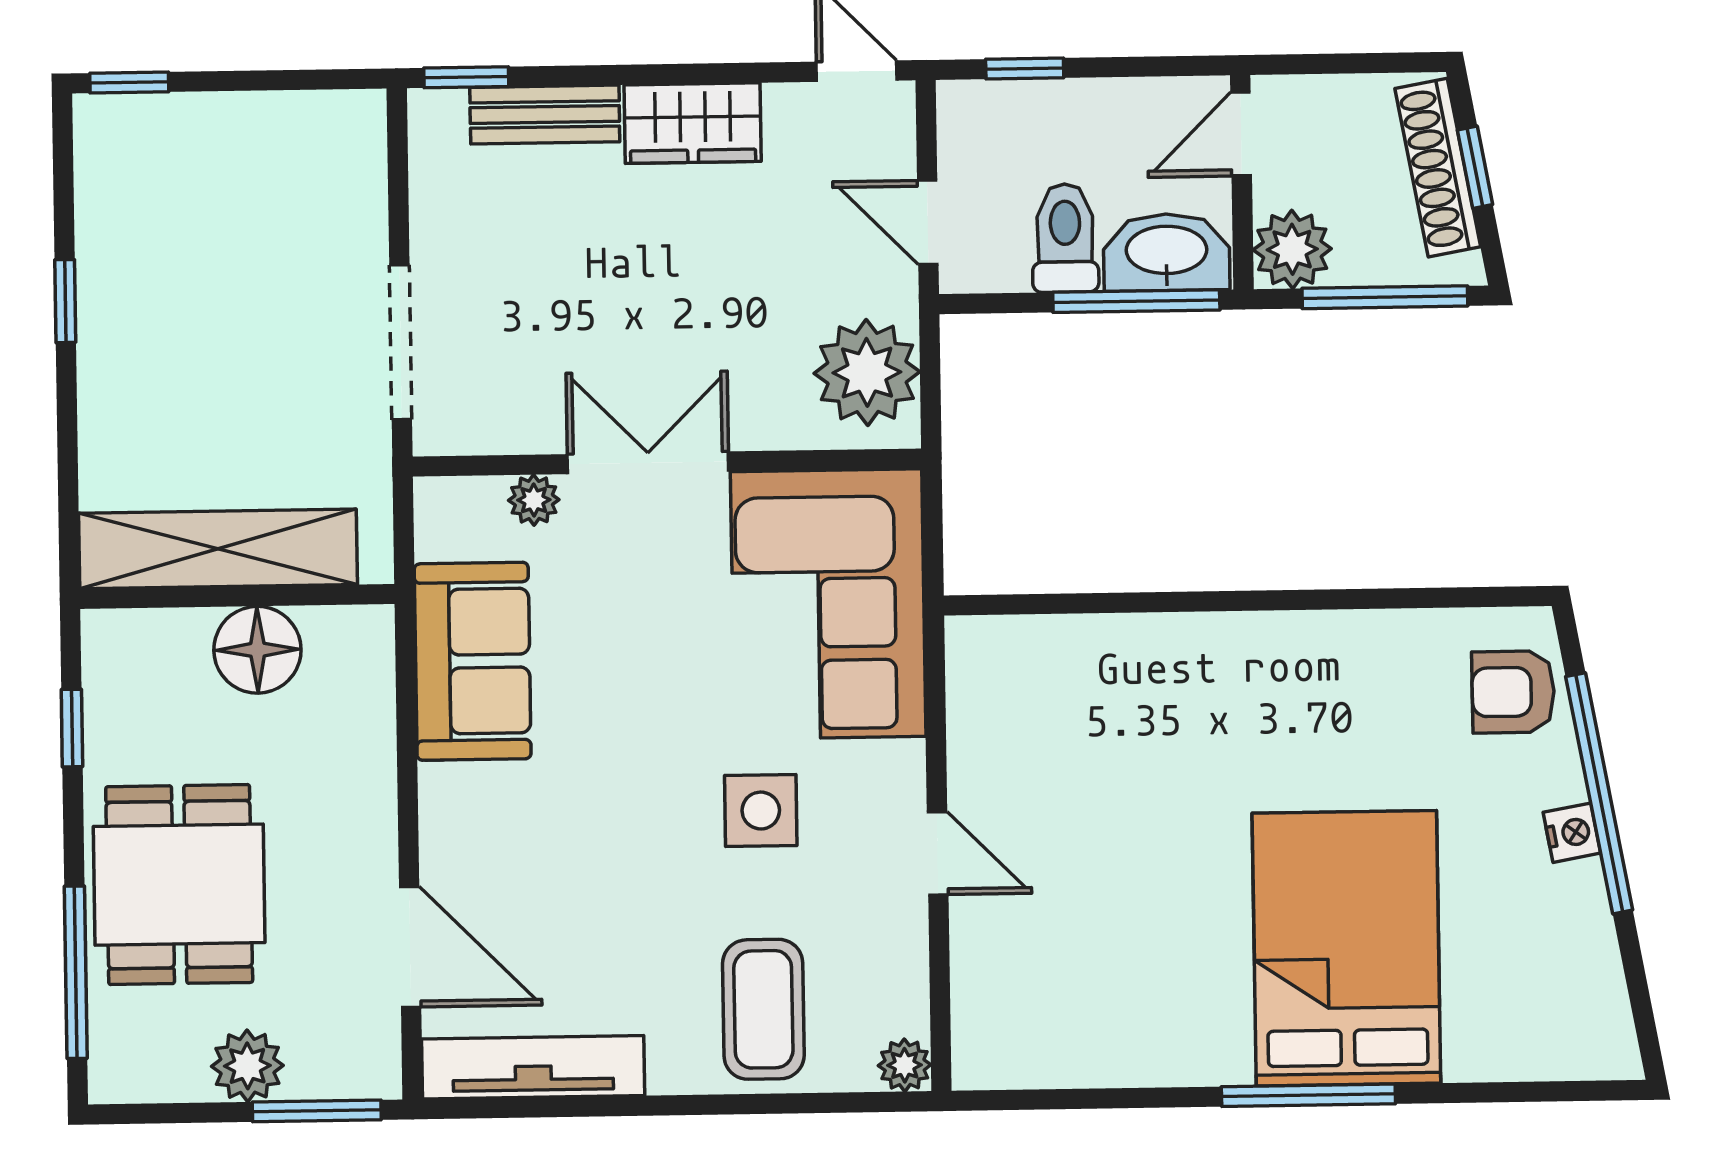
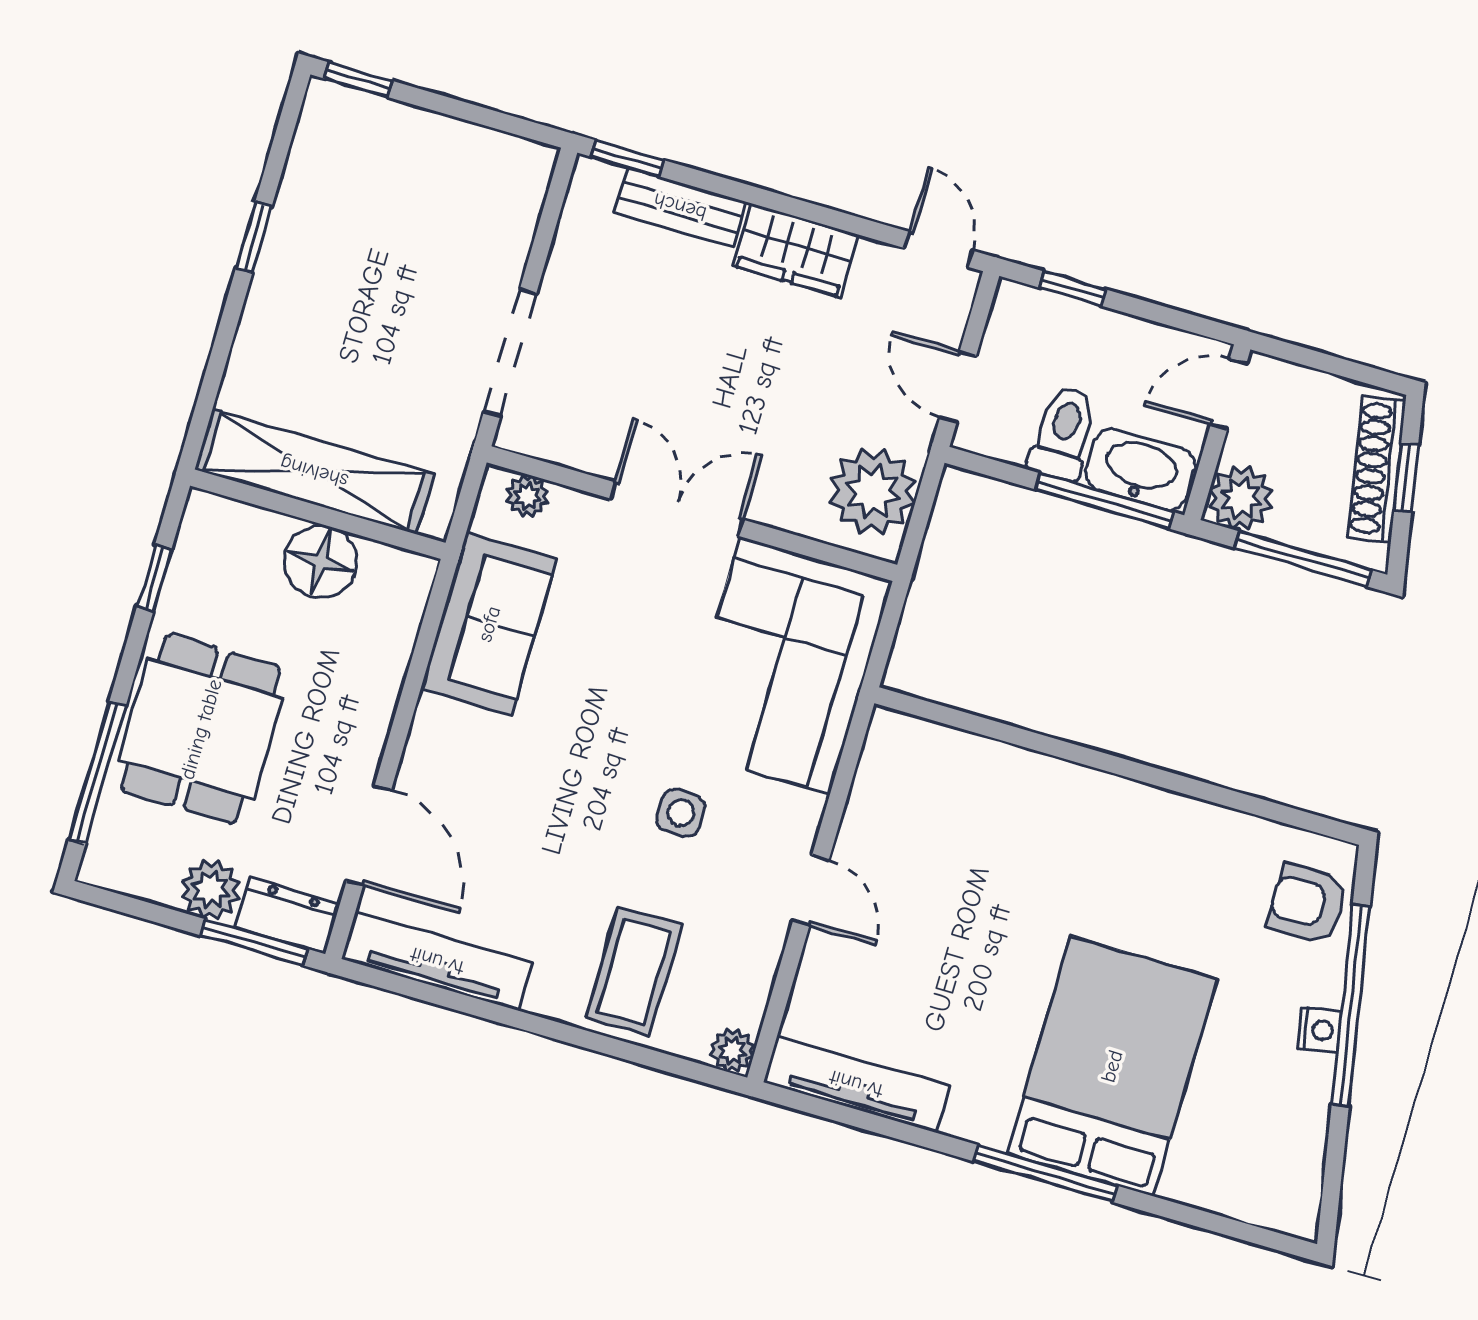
plant: (534, 500) -> (527, 496), moved
side table: (761, 811) -> (681, 813), width x0.73, depth x0.73
tv unit: (1059, 1060) -> (856, 1084), added
dresser: (345, 1068) -> (288, 916), added

